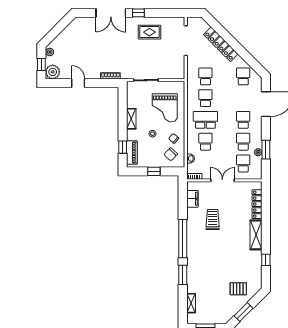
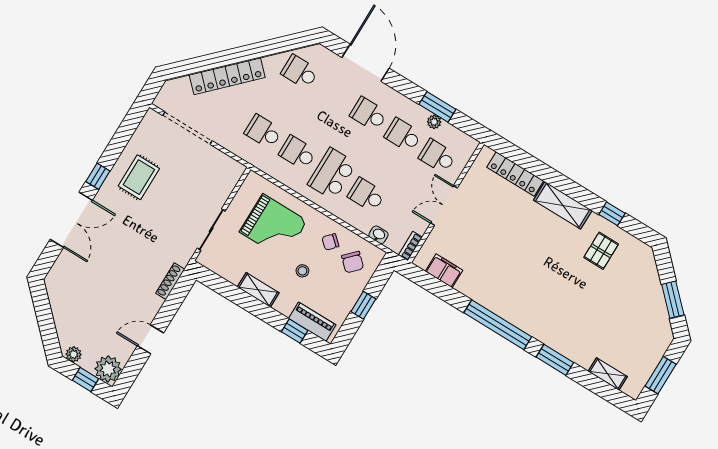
trolley: (213, 220) -> (496, 259), removed
pallet: (238, 289) -> (601, 251), moved

